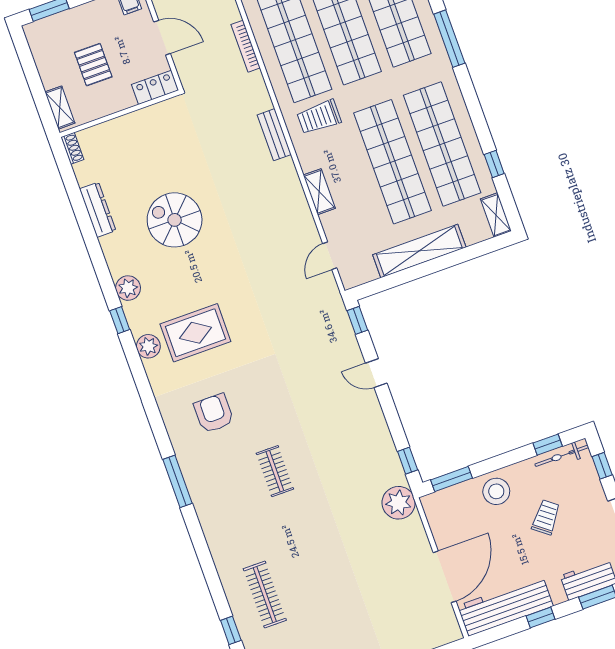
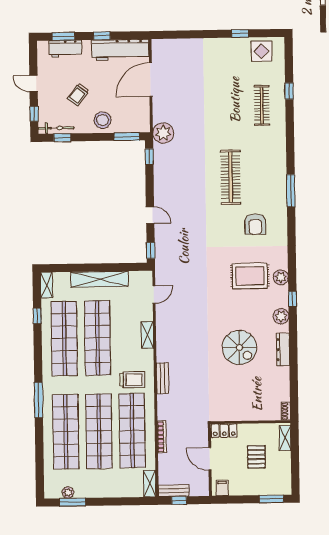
dresser: (98, 210) -> (283, 350), moved
clothes rail: (275, 471) -> (231, 177), width x1.86, depth x1.31

